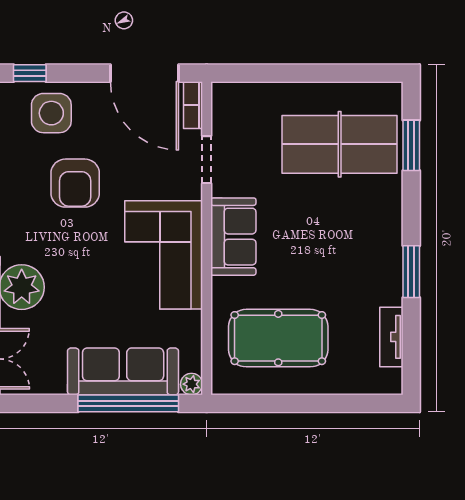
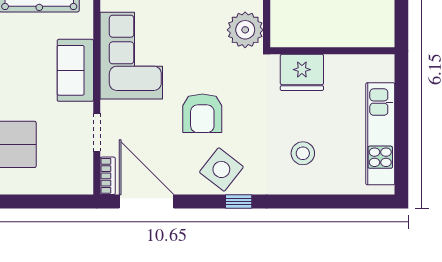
side table: (51, 113) -> (221, 169), turned 38
armchair: (75, 183) -> (202, 113), turned 180

